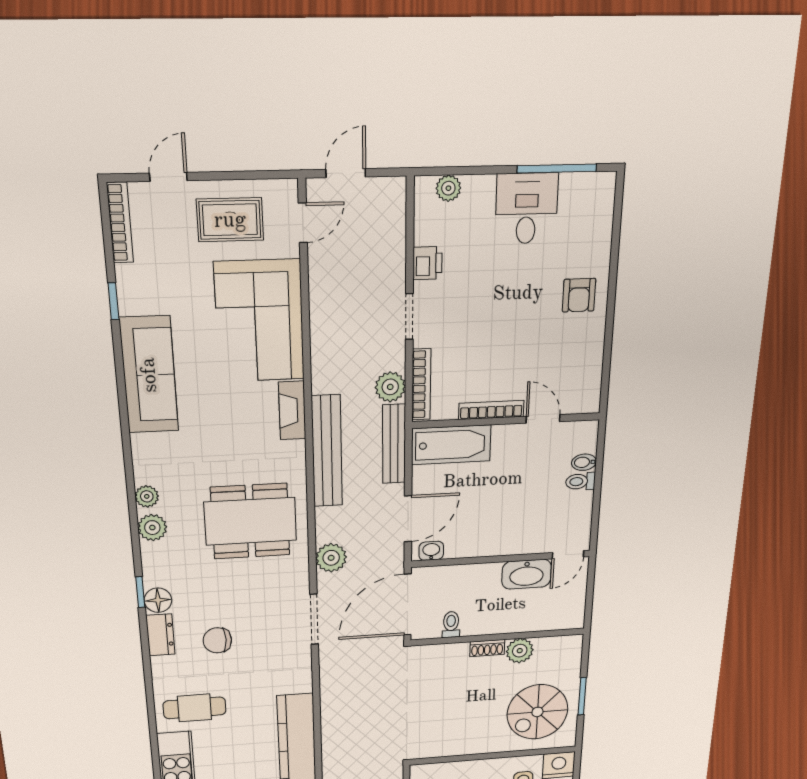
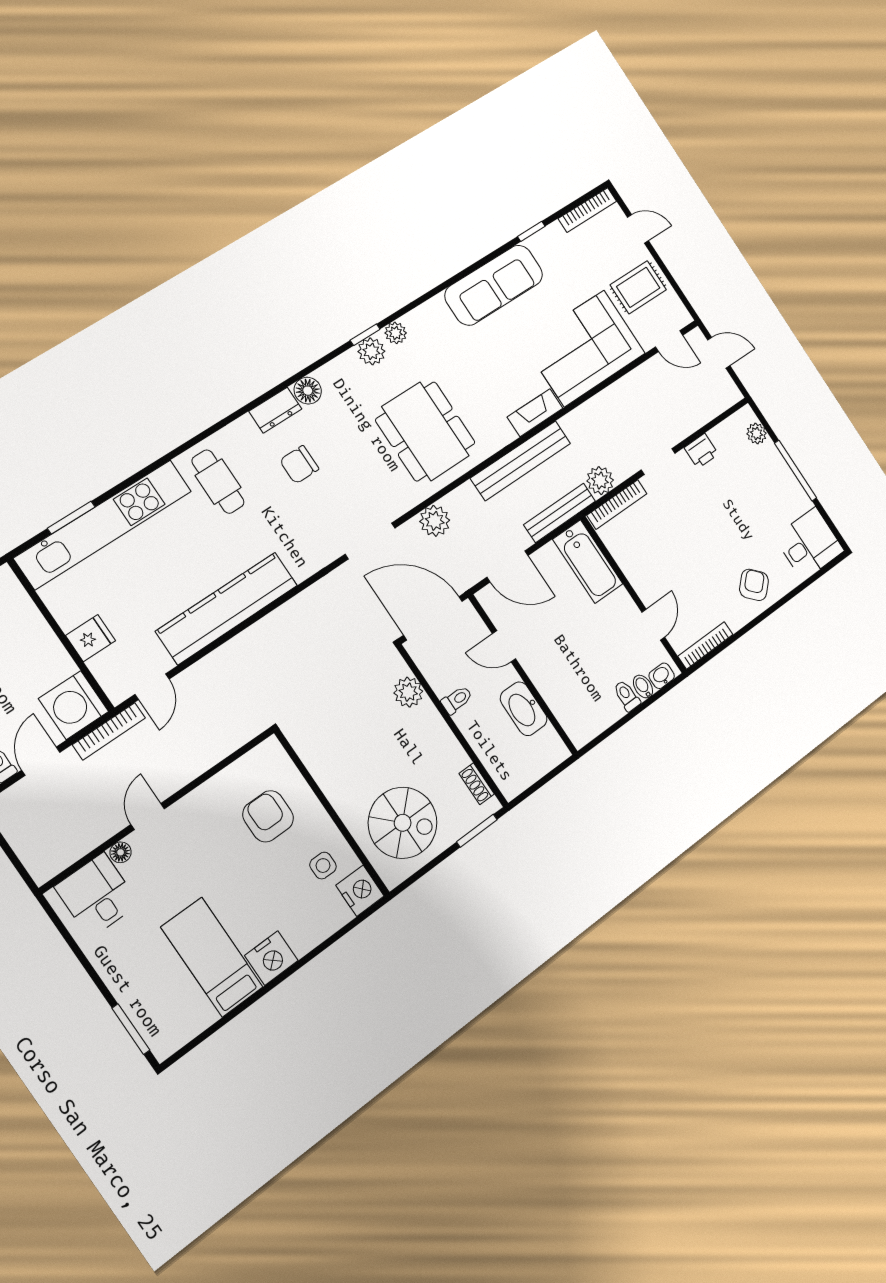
window: (557, 169) -> (796, 471), moved
desk: (527, 209) -> (809, 544), moved
rug: (230, 220) -> (638, 287), turned 90
armchair: (579, 295) -> (754, 585), turned 136
bookcase: (491, 410) -> (705, 645), moved, turned -90
washbasin: (431, 551) -> (662, 676), moved, turned -90
door: (568, 555) -> (504, 646), moved
window: (140, 592) -> (365, 335), moved
toilet: (451, 625) -> (457, 700), moved
chair: (217, 640) -> (299, 465), turned -90
shoe rack: (487, 648) -> (477, 784), moved
plant: (520, 651) -> (408, 692), moved
window: (582, 696) -> (477, 831), moved
spiral stairs: (537, 712) -> (403, 823), turned 180

